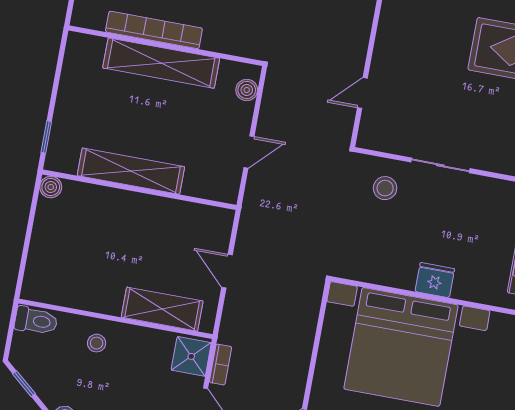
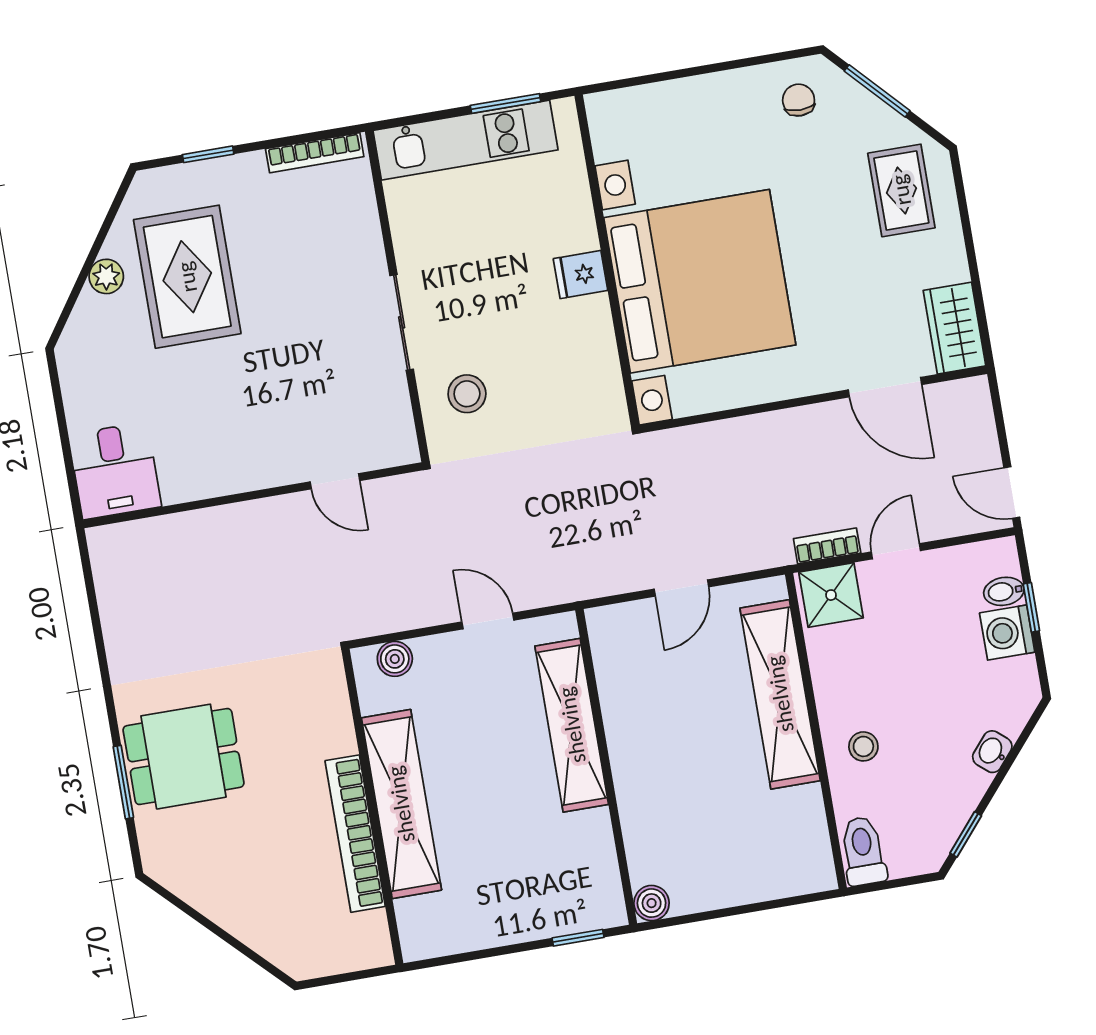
shelving: (131, 171) -> (572, 725), moved
fridge: (435, 280) -> (581, 275), width x0.72
shelving: (162, 309) -> (780, 694), width x1.47

